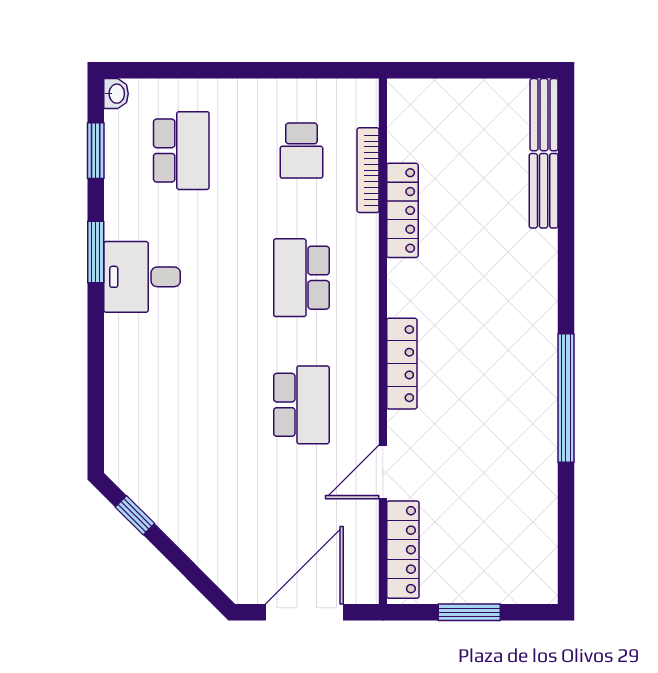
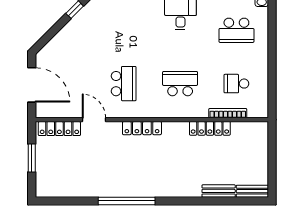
school desk: (301, 405) -> (124, 84), turned -90

